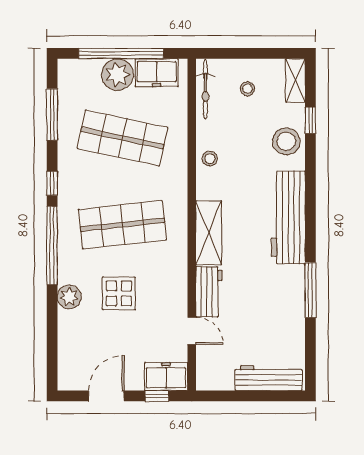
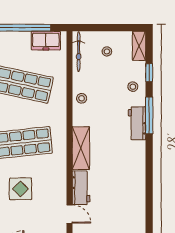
plant: (117, 75) -> (20, 42), removed
stool: (286, 141) -> (133, 87), width x0.53, depth x0.53
workbench: (288, 218) -> (137, 123), width x0.53, depth x0.76
window: (310, 290) -> (149, 115), moved

